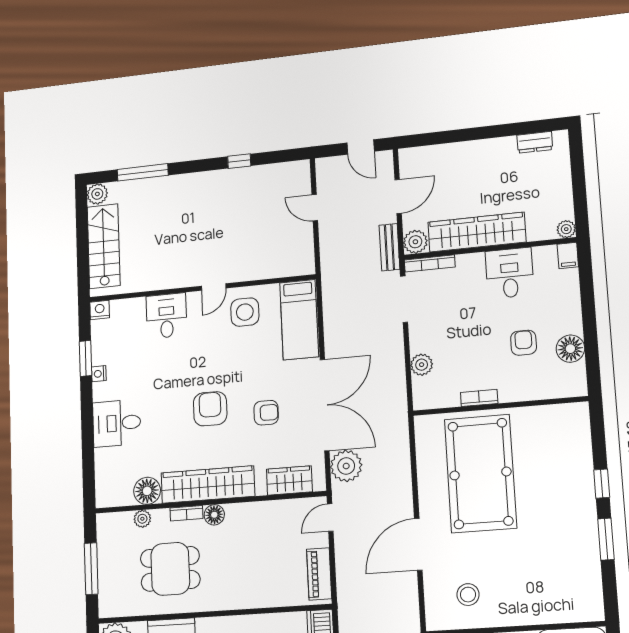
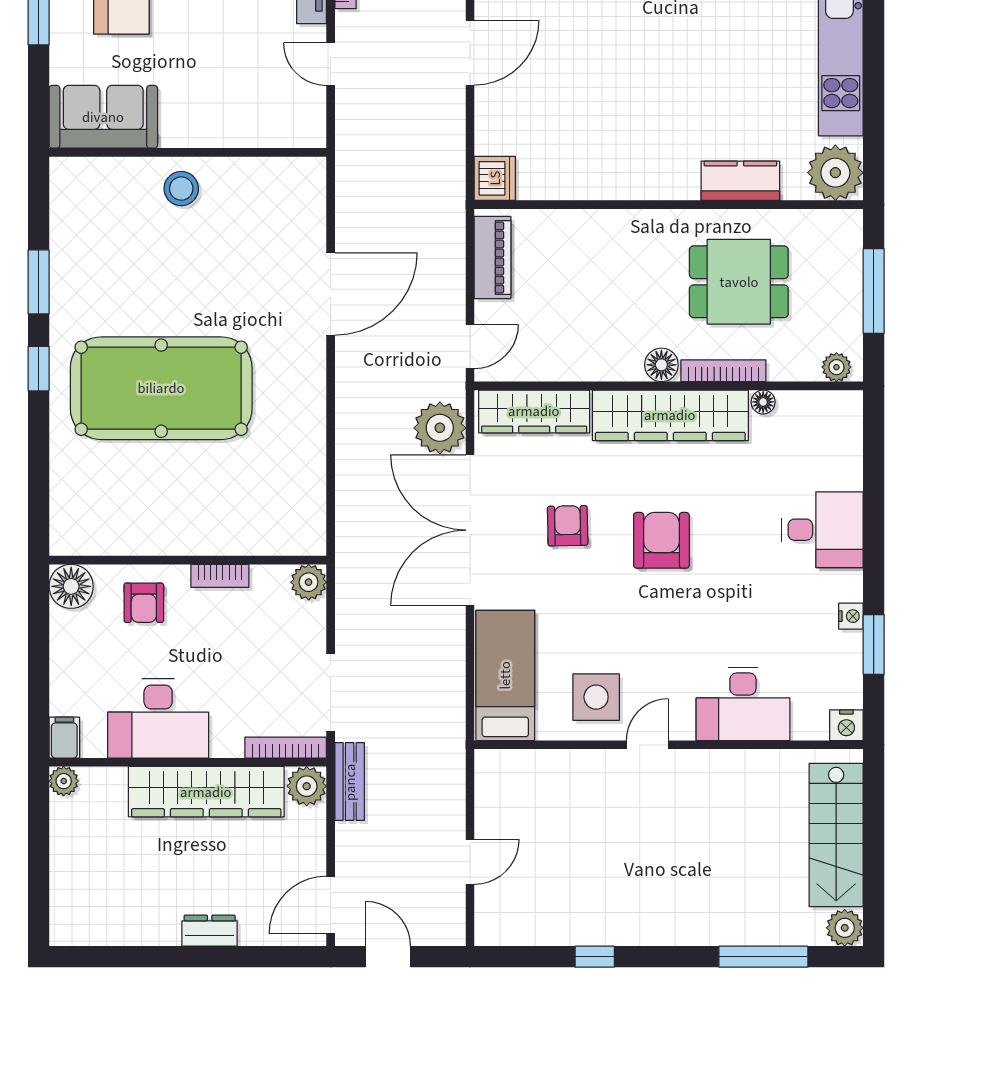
dresser: (535, 142) -> (210, 931), moved
door: (398, 197) -> (331, 905), moved
door: (315, 208) -> (470, 862), hinge flipped
desk: (510, 273) -> (158, 718), width x1.37
desk: (166, 316) -> (743, 704), width x1.37
bookcase: (479, 398) -> (220, 576), moved
wall: (500, 406) -> (188, 560), moved
armchair: (210, 409) -> (661, 540), turned 180
armchair: (266, 413) -> (568, 526), turned 89
pool table: (480, 473) -> (161, 388), moved, turned 90
wardrobe: (289, 481) -> (534, 411), width x1.50
floor lamp: (147, 491) -> (763, 402), width x0.53, depth x0.53
bookcase: (186, 513) -> (723, 371), width x1.56
plant: (142, 519) -> (836, 367), moved
stool: (468, 595) -> (181, 189), moved

